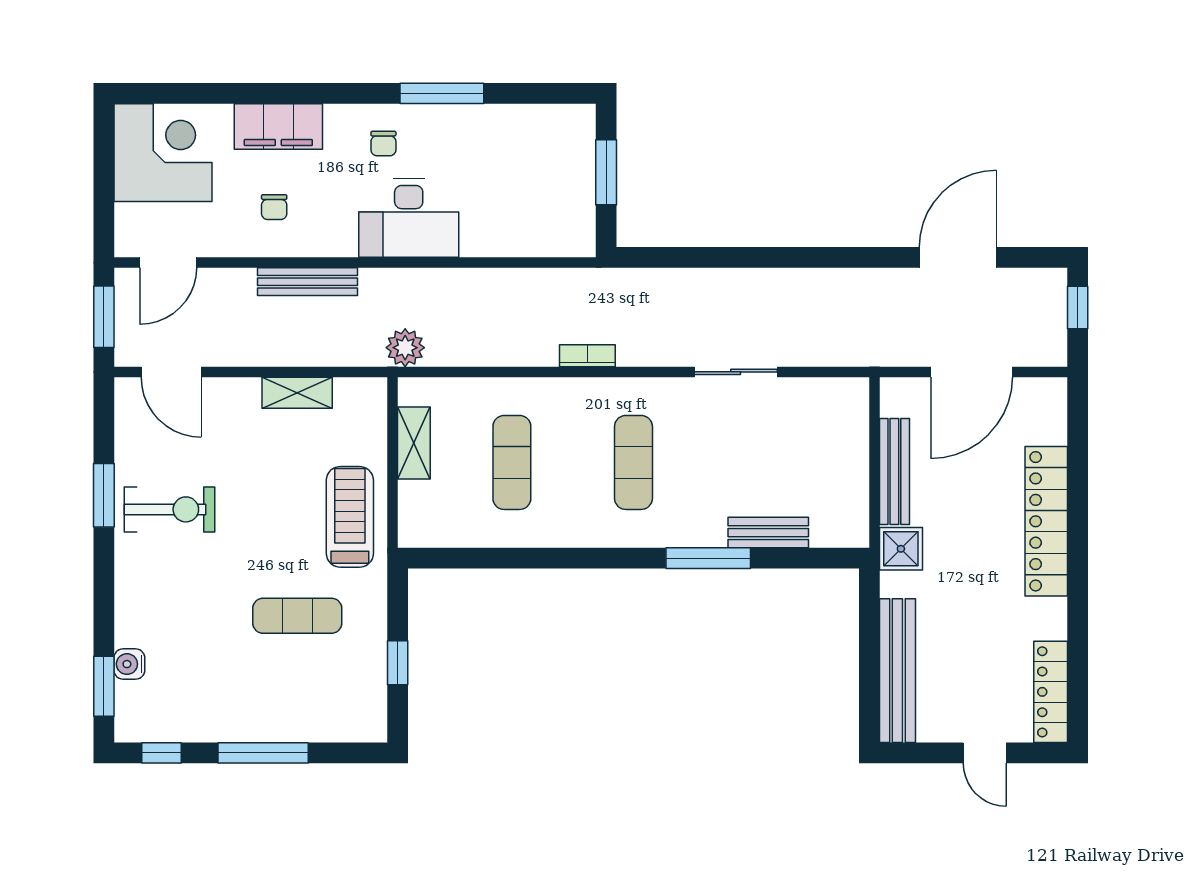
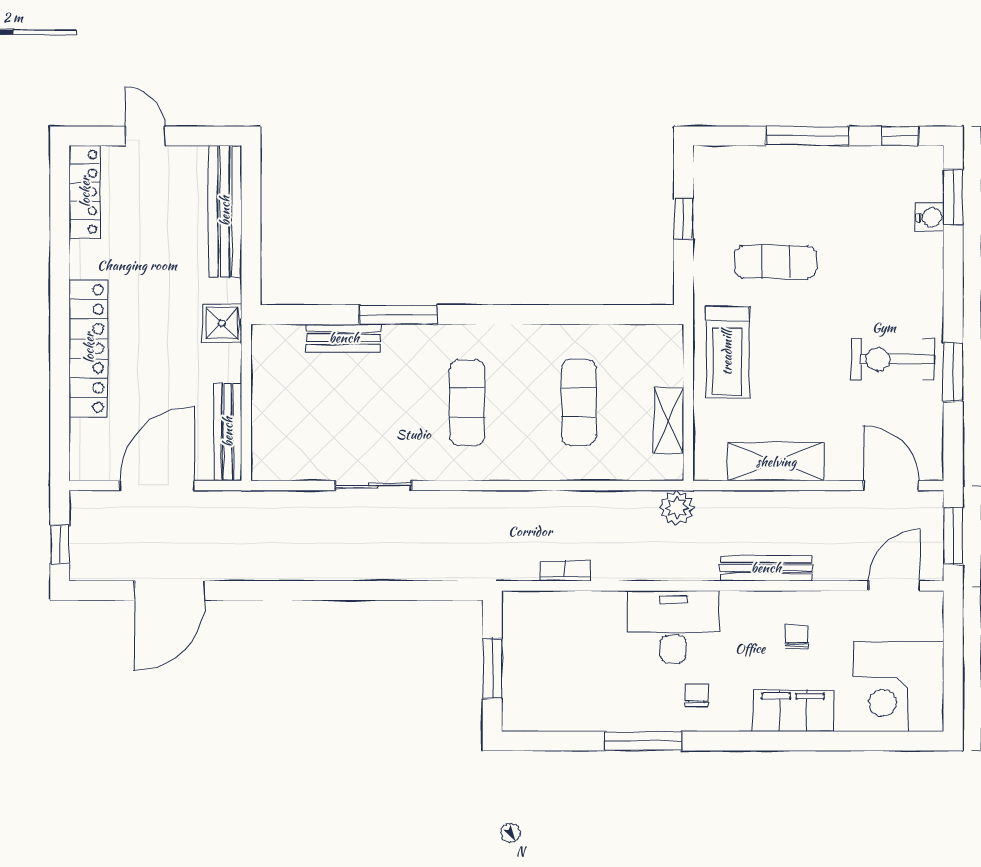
bookcase: (587, 356) -> (565, 571), moved, turned 180
shelving: (297, 393) -> (776, 462), width x1.50, depth x1.33
bench: (894, 472) -> (228, 432), moved

